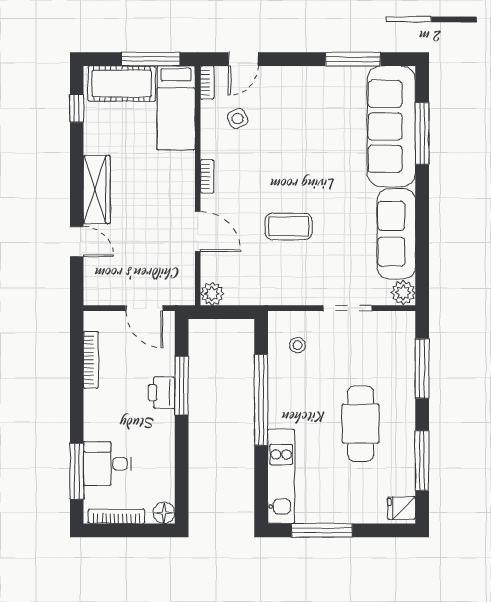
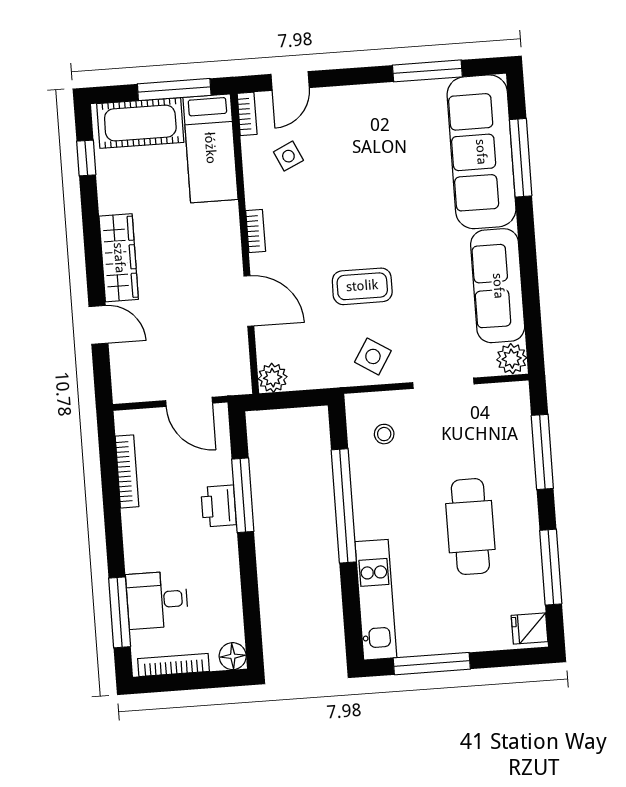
side table: (293, 283) -> (373, 356), added

